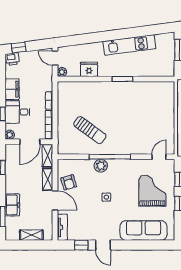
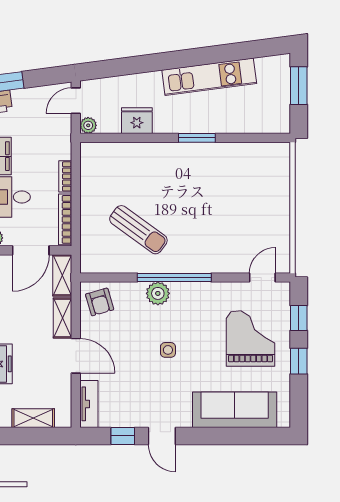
door: (55, 58) -> (76, 101), hinge flipped
armchair: (69, 182) -> (100, 302), moved

